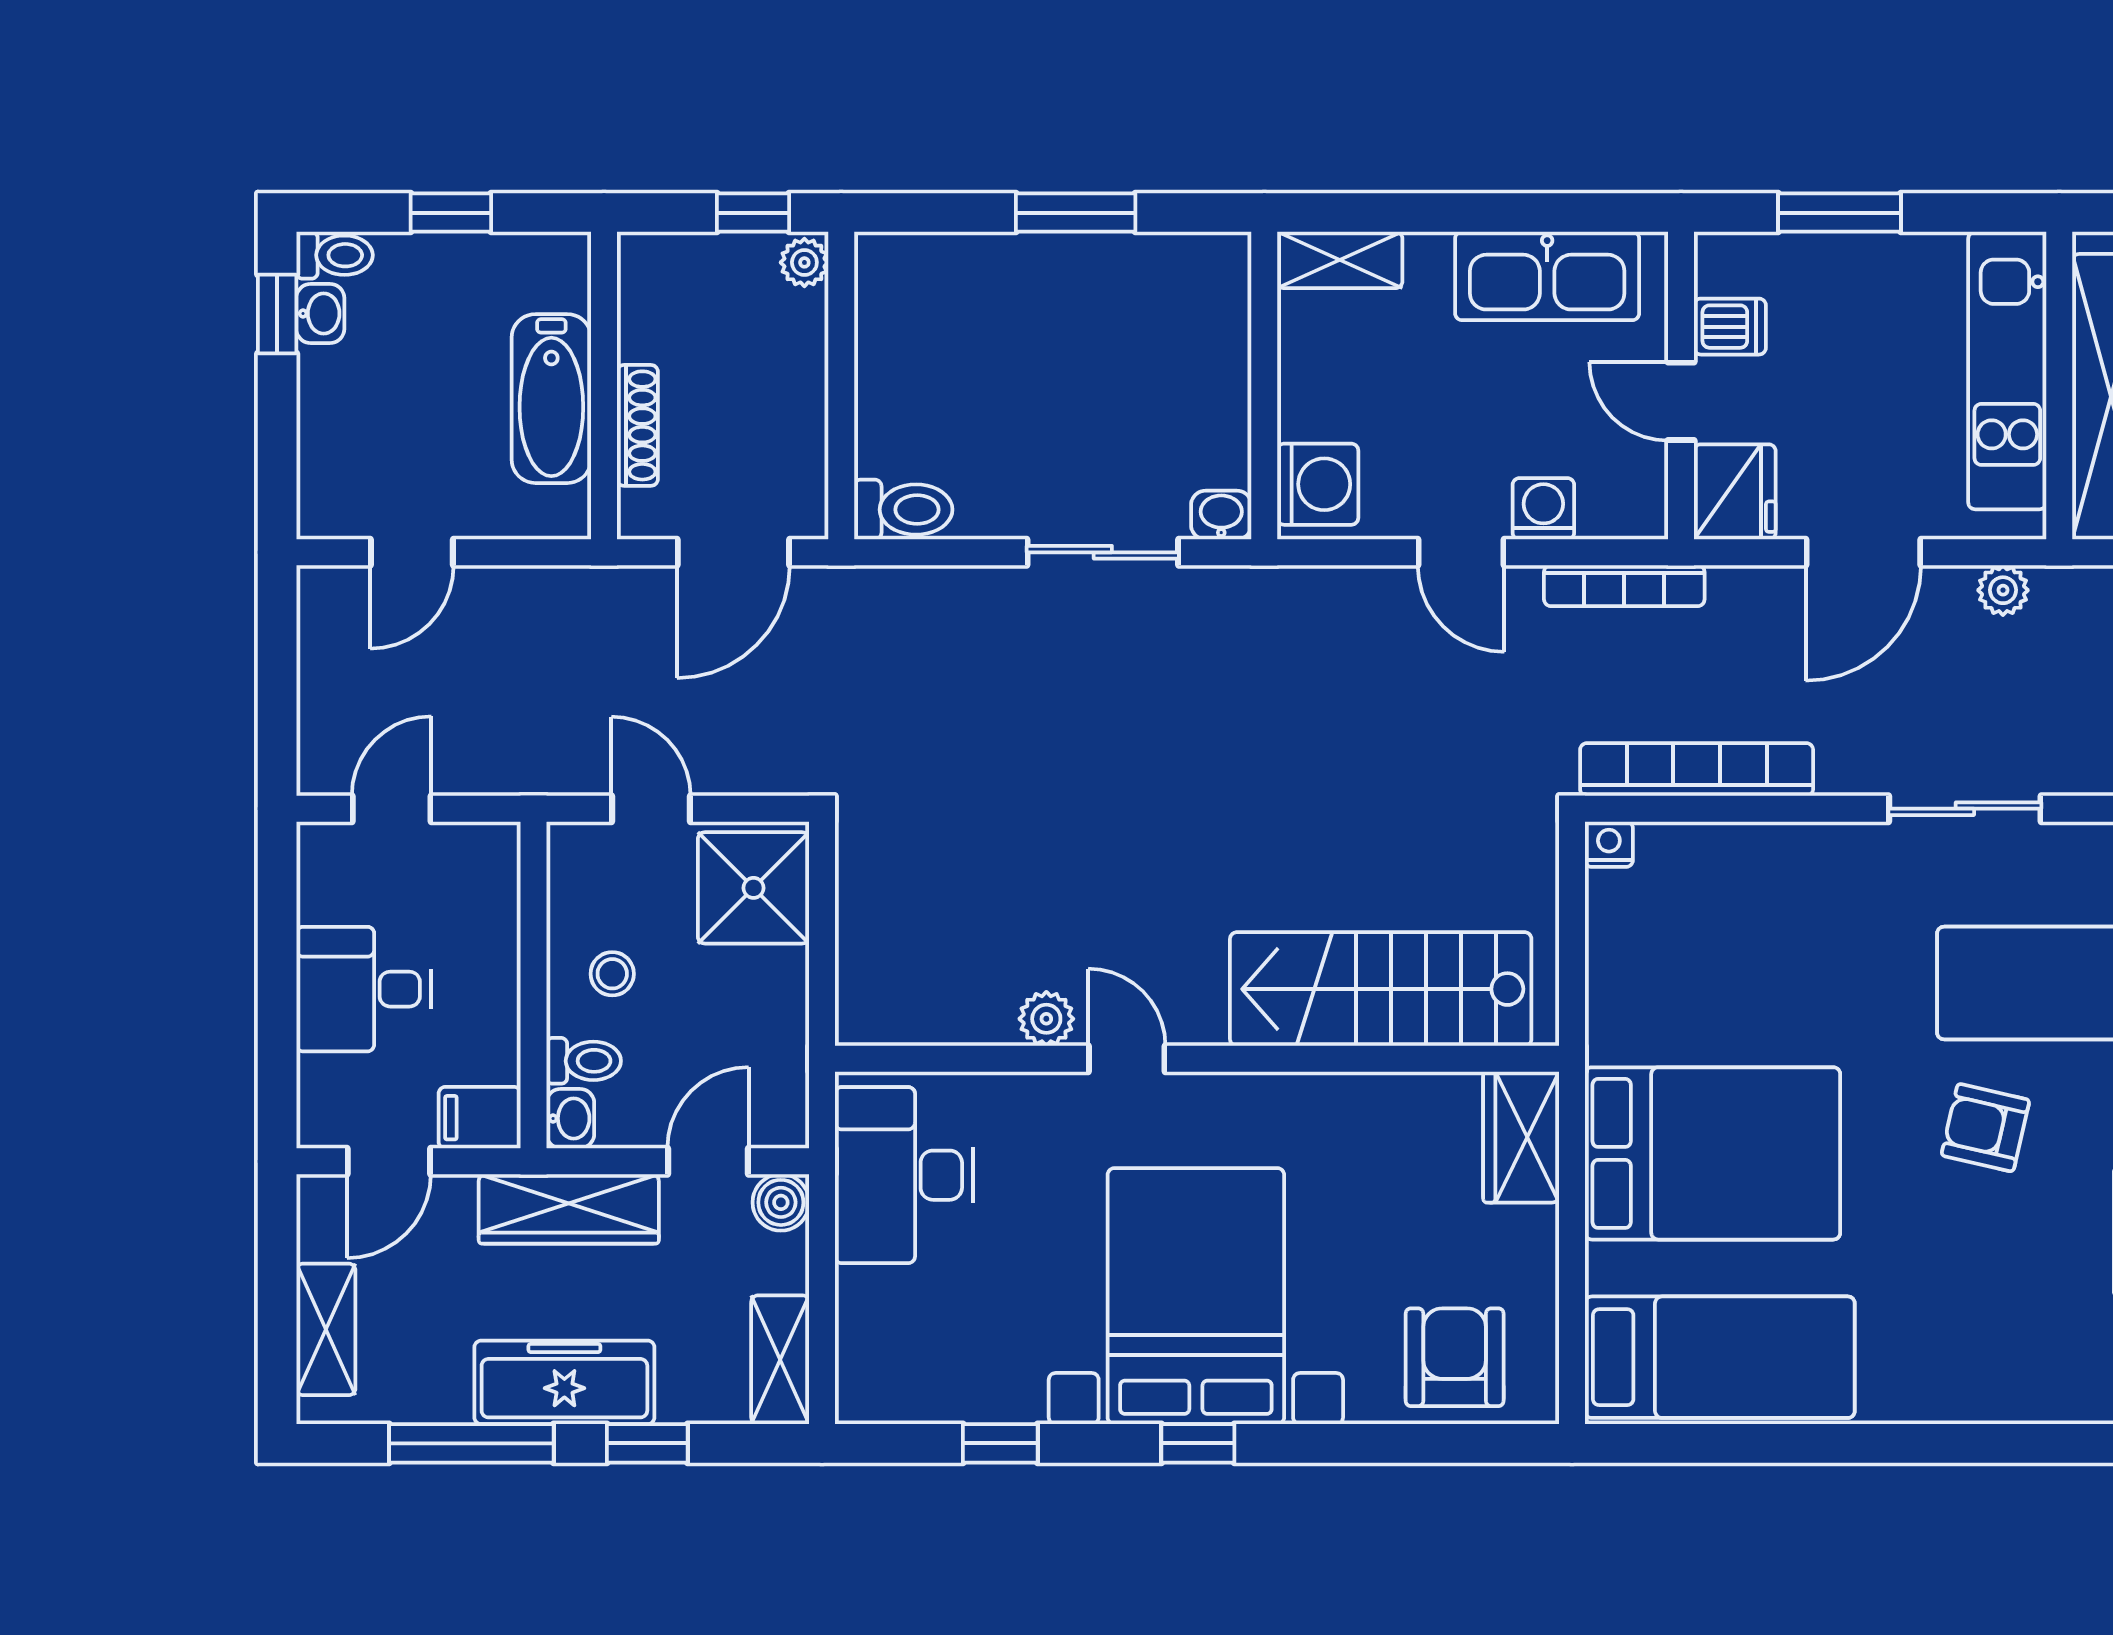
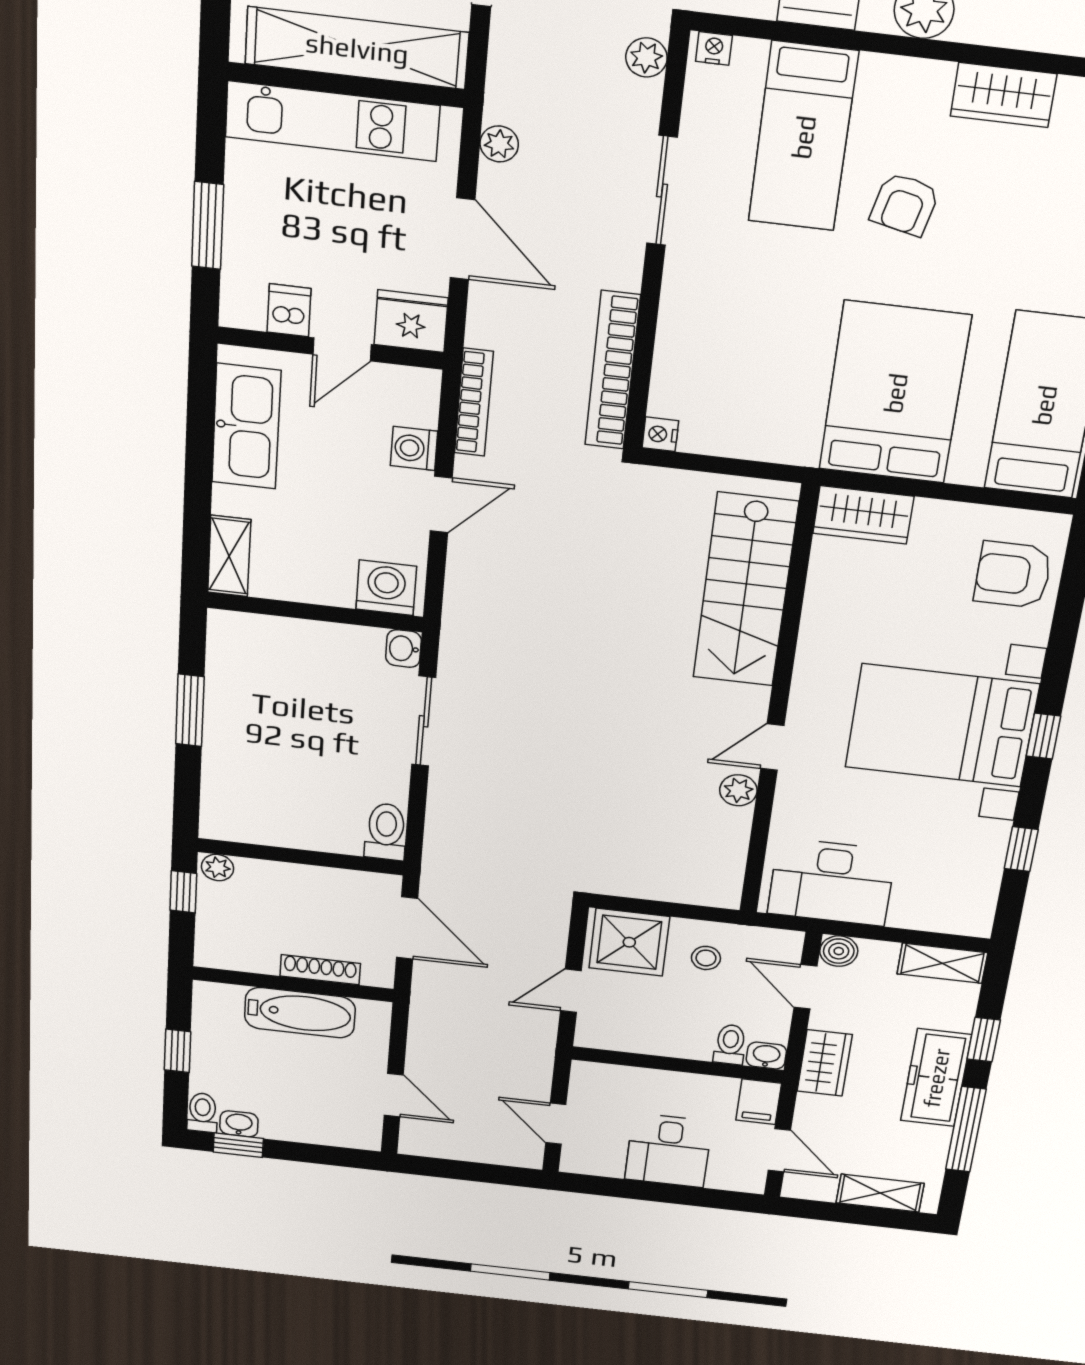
stool: (612, 974) -> (706, 958), moved
wardrobe: (569, 1209) -> (825, 1063), width x0.67

